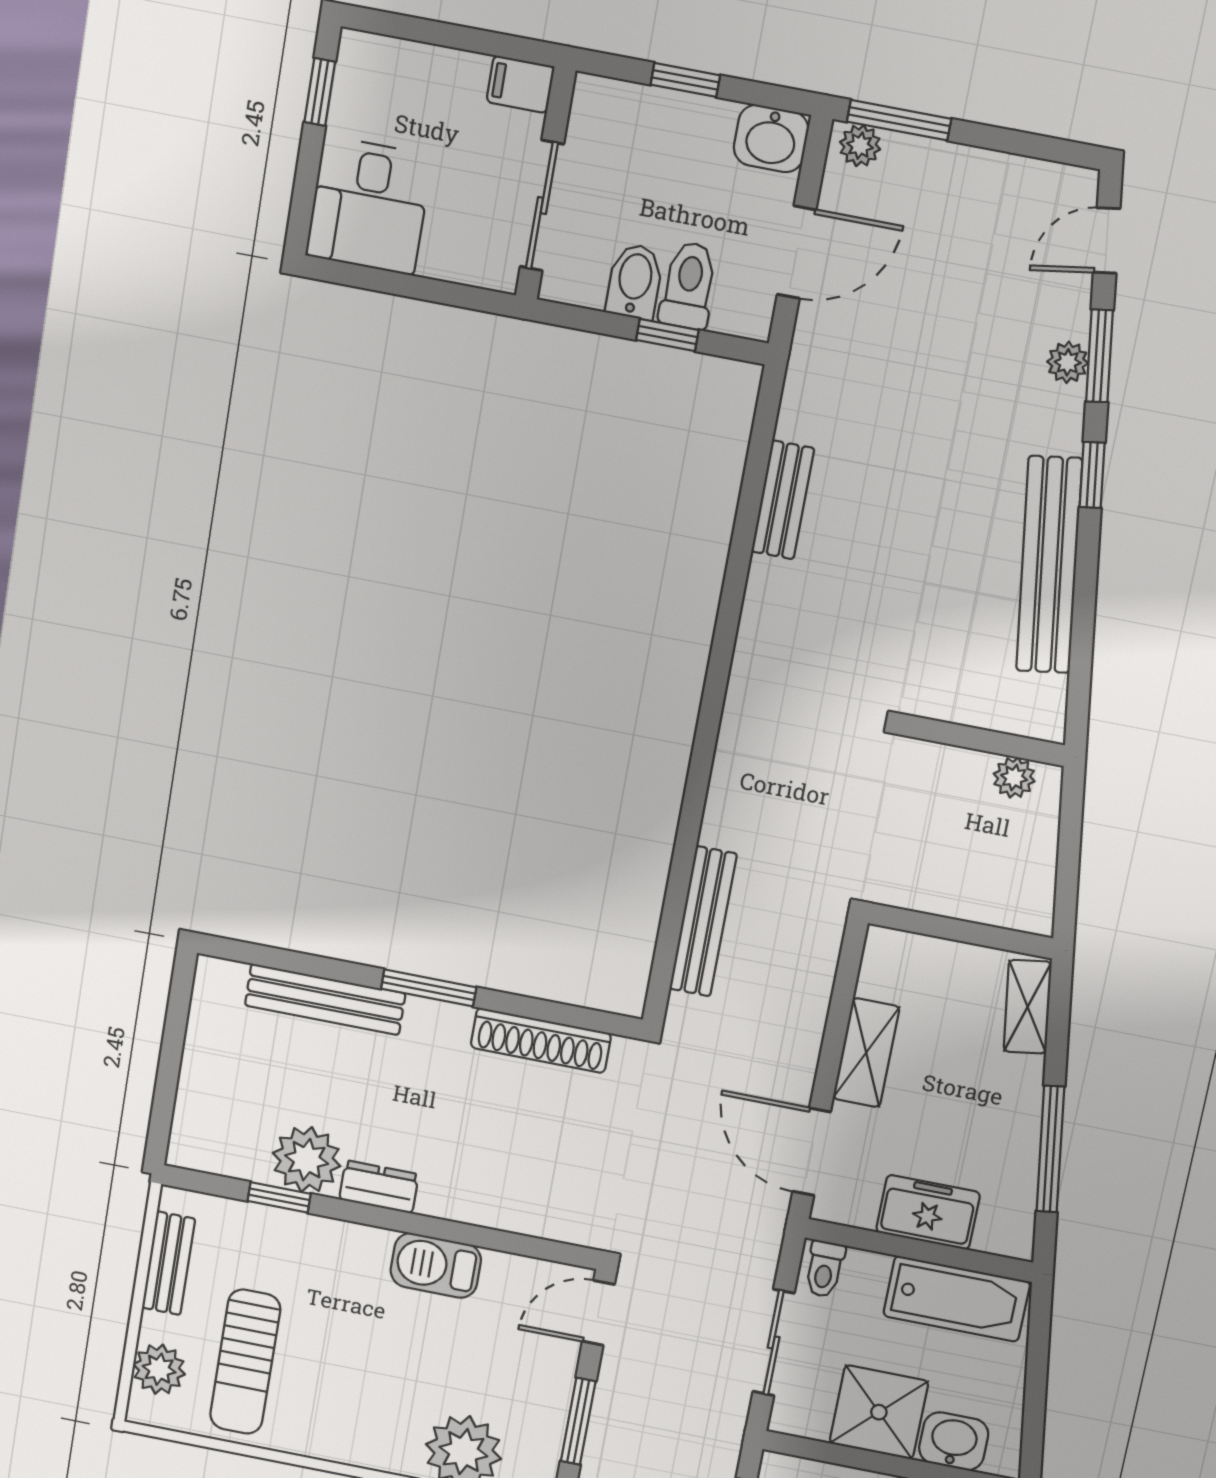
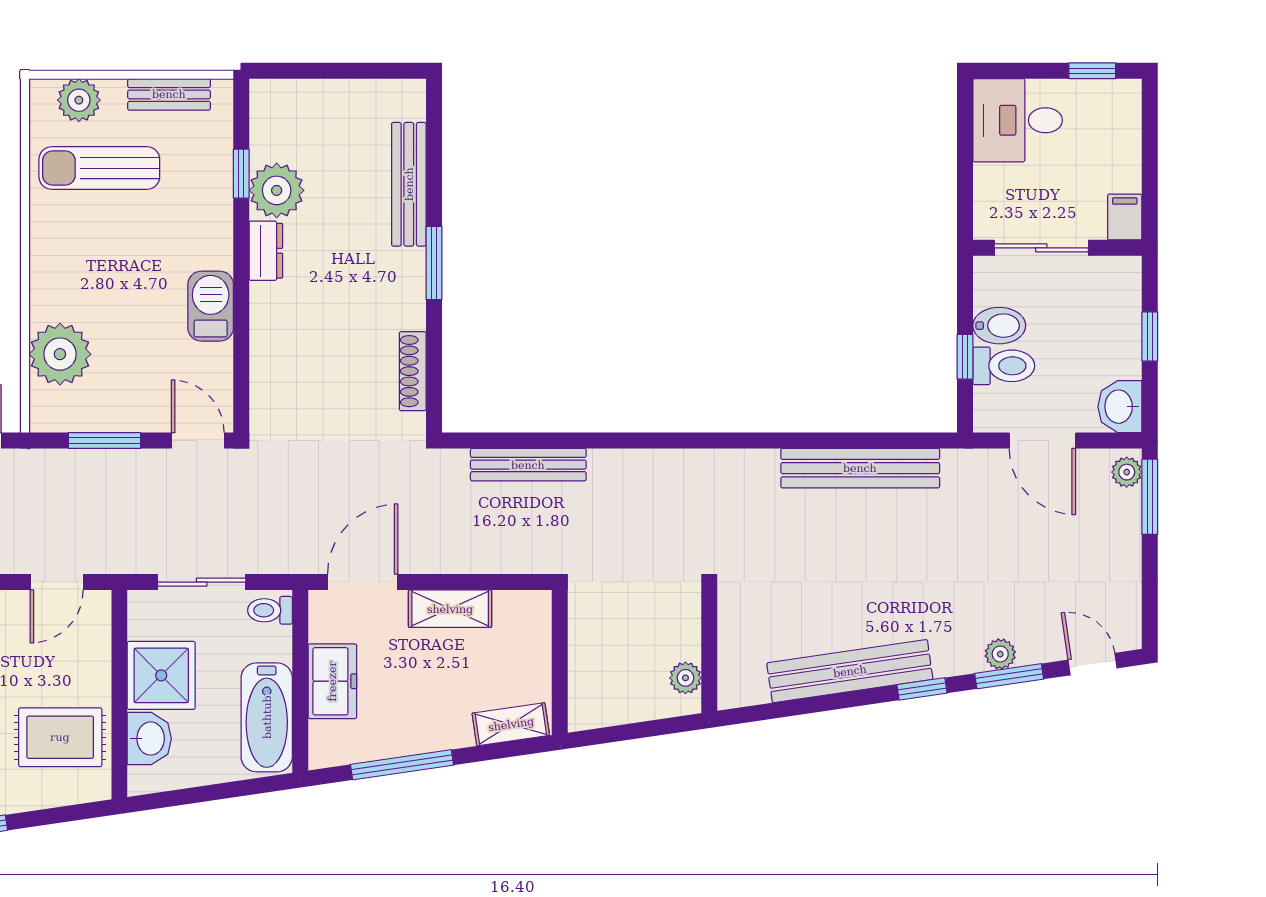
bench: (783, 500) -> (860, 468), width x1.86, depth x1.21
shoe rack: (541, 1040) -> (413, 371), width x0.74, depth x0.81

